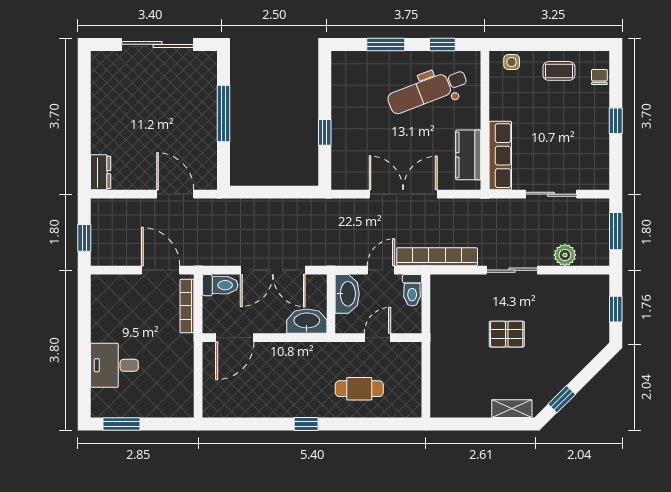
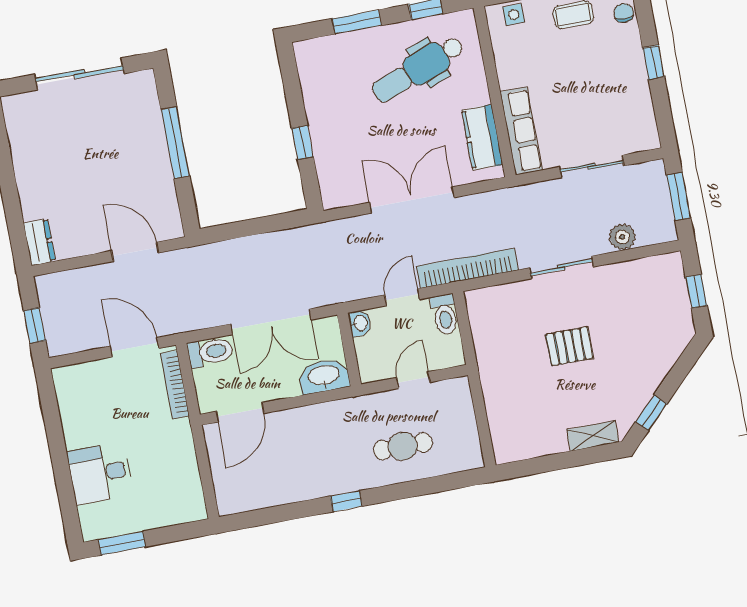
washbasin: (347, 294) -> (360, 323), width x0.52, depth x0.69

